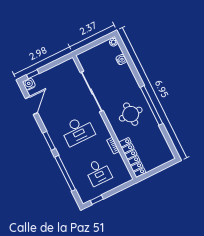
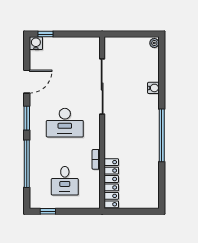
water cooler: (121, 59) -> (153, 88), moved
door: (32, 106) -> (27, 82), moved
round table: (131, 114) -> (134, 134), removed

